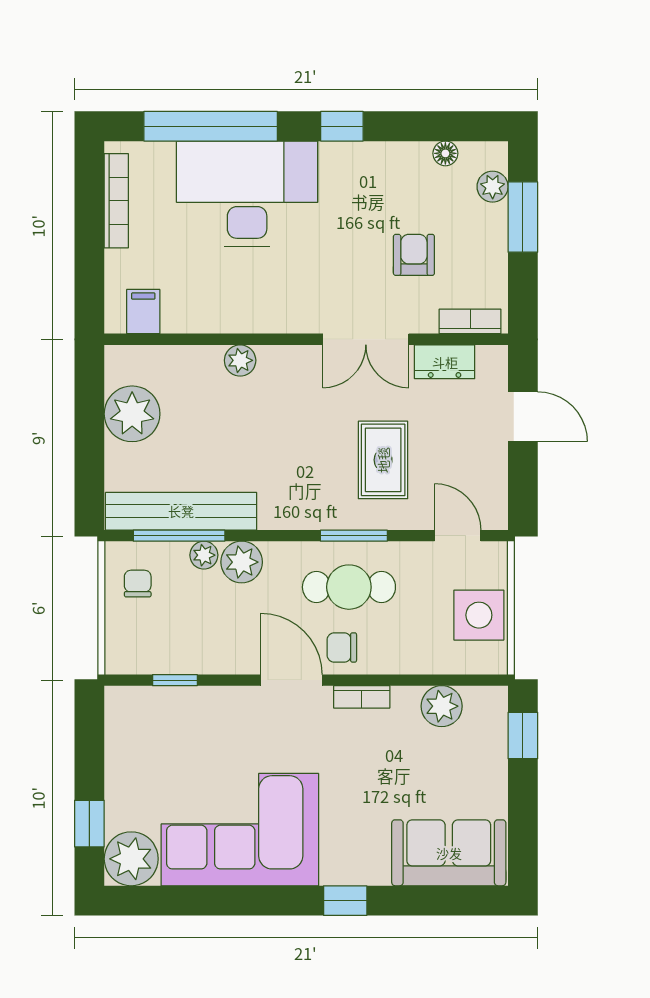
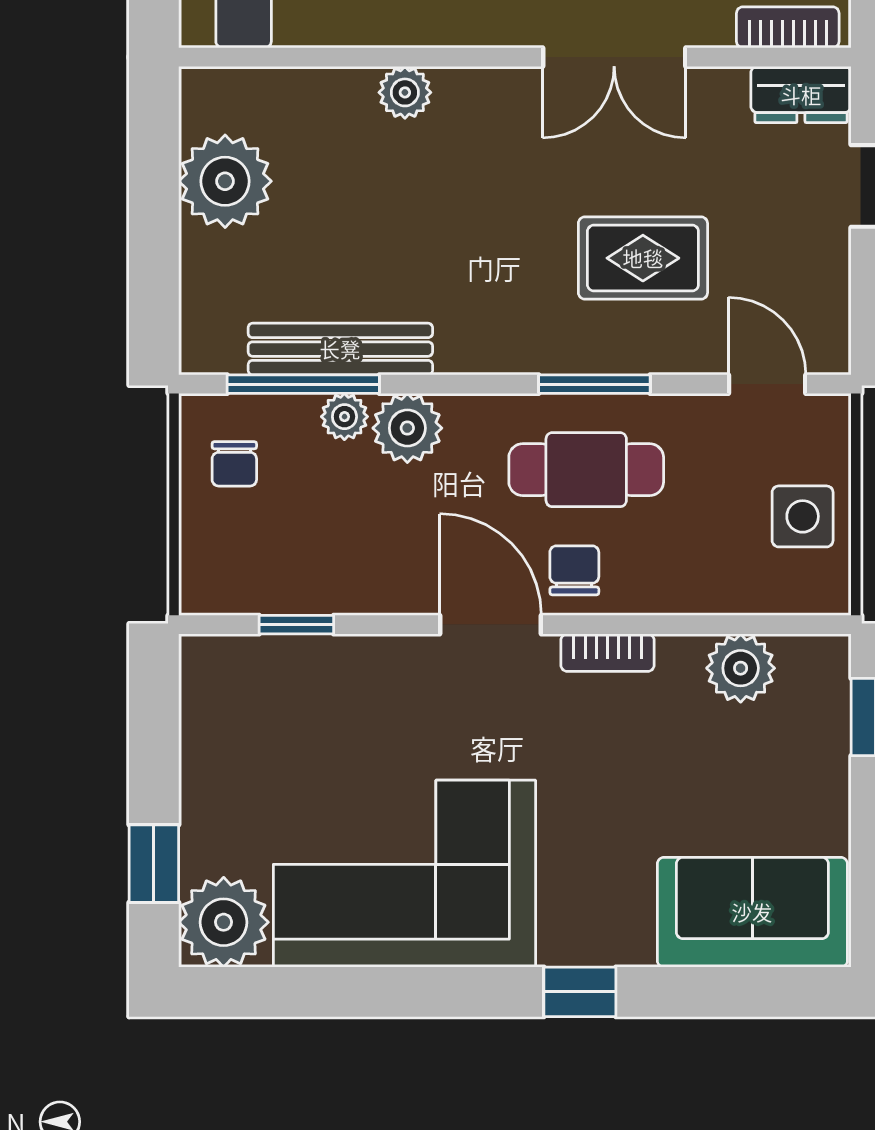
dresser: (445, 362) -> (801, 95), moved
rug: (383, 460) -> (643, 258), turned 90
bench: (181, 511) -> (340, 349), width x0.73, depth x0.82
chair: (138, 584) -> (234, 464), turned 180
side table: (479, 615) -> (803, 516), width x0.73, depth x0.73
chair: (342, 647) -> (574, 570), turned 90

